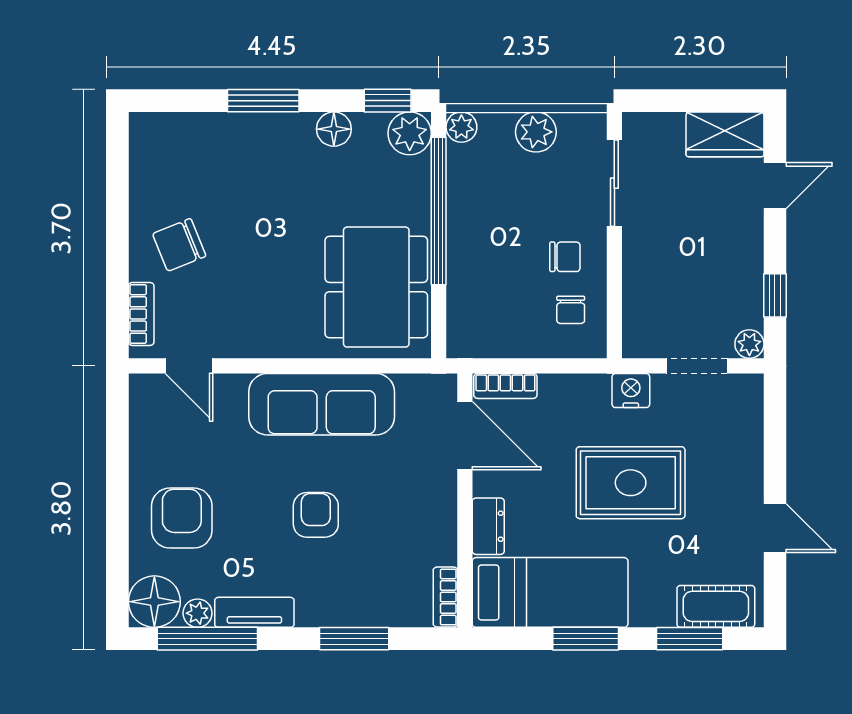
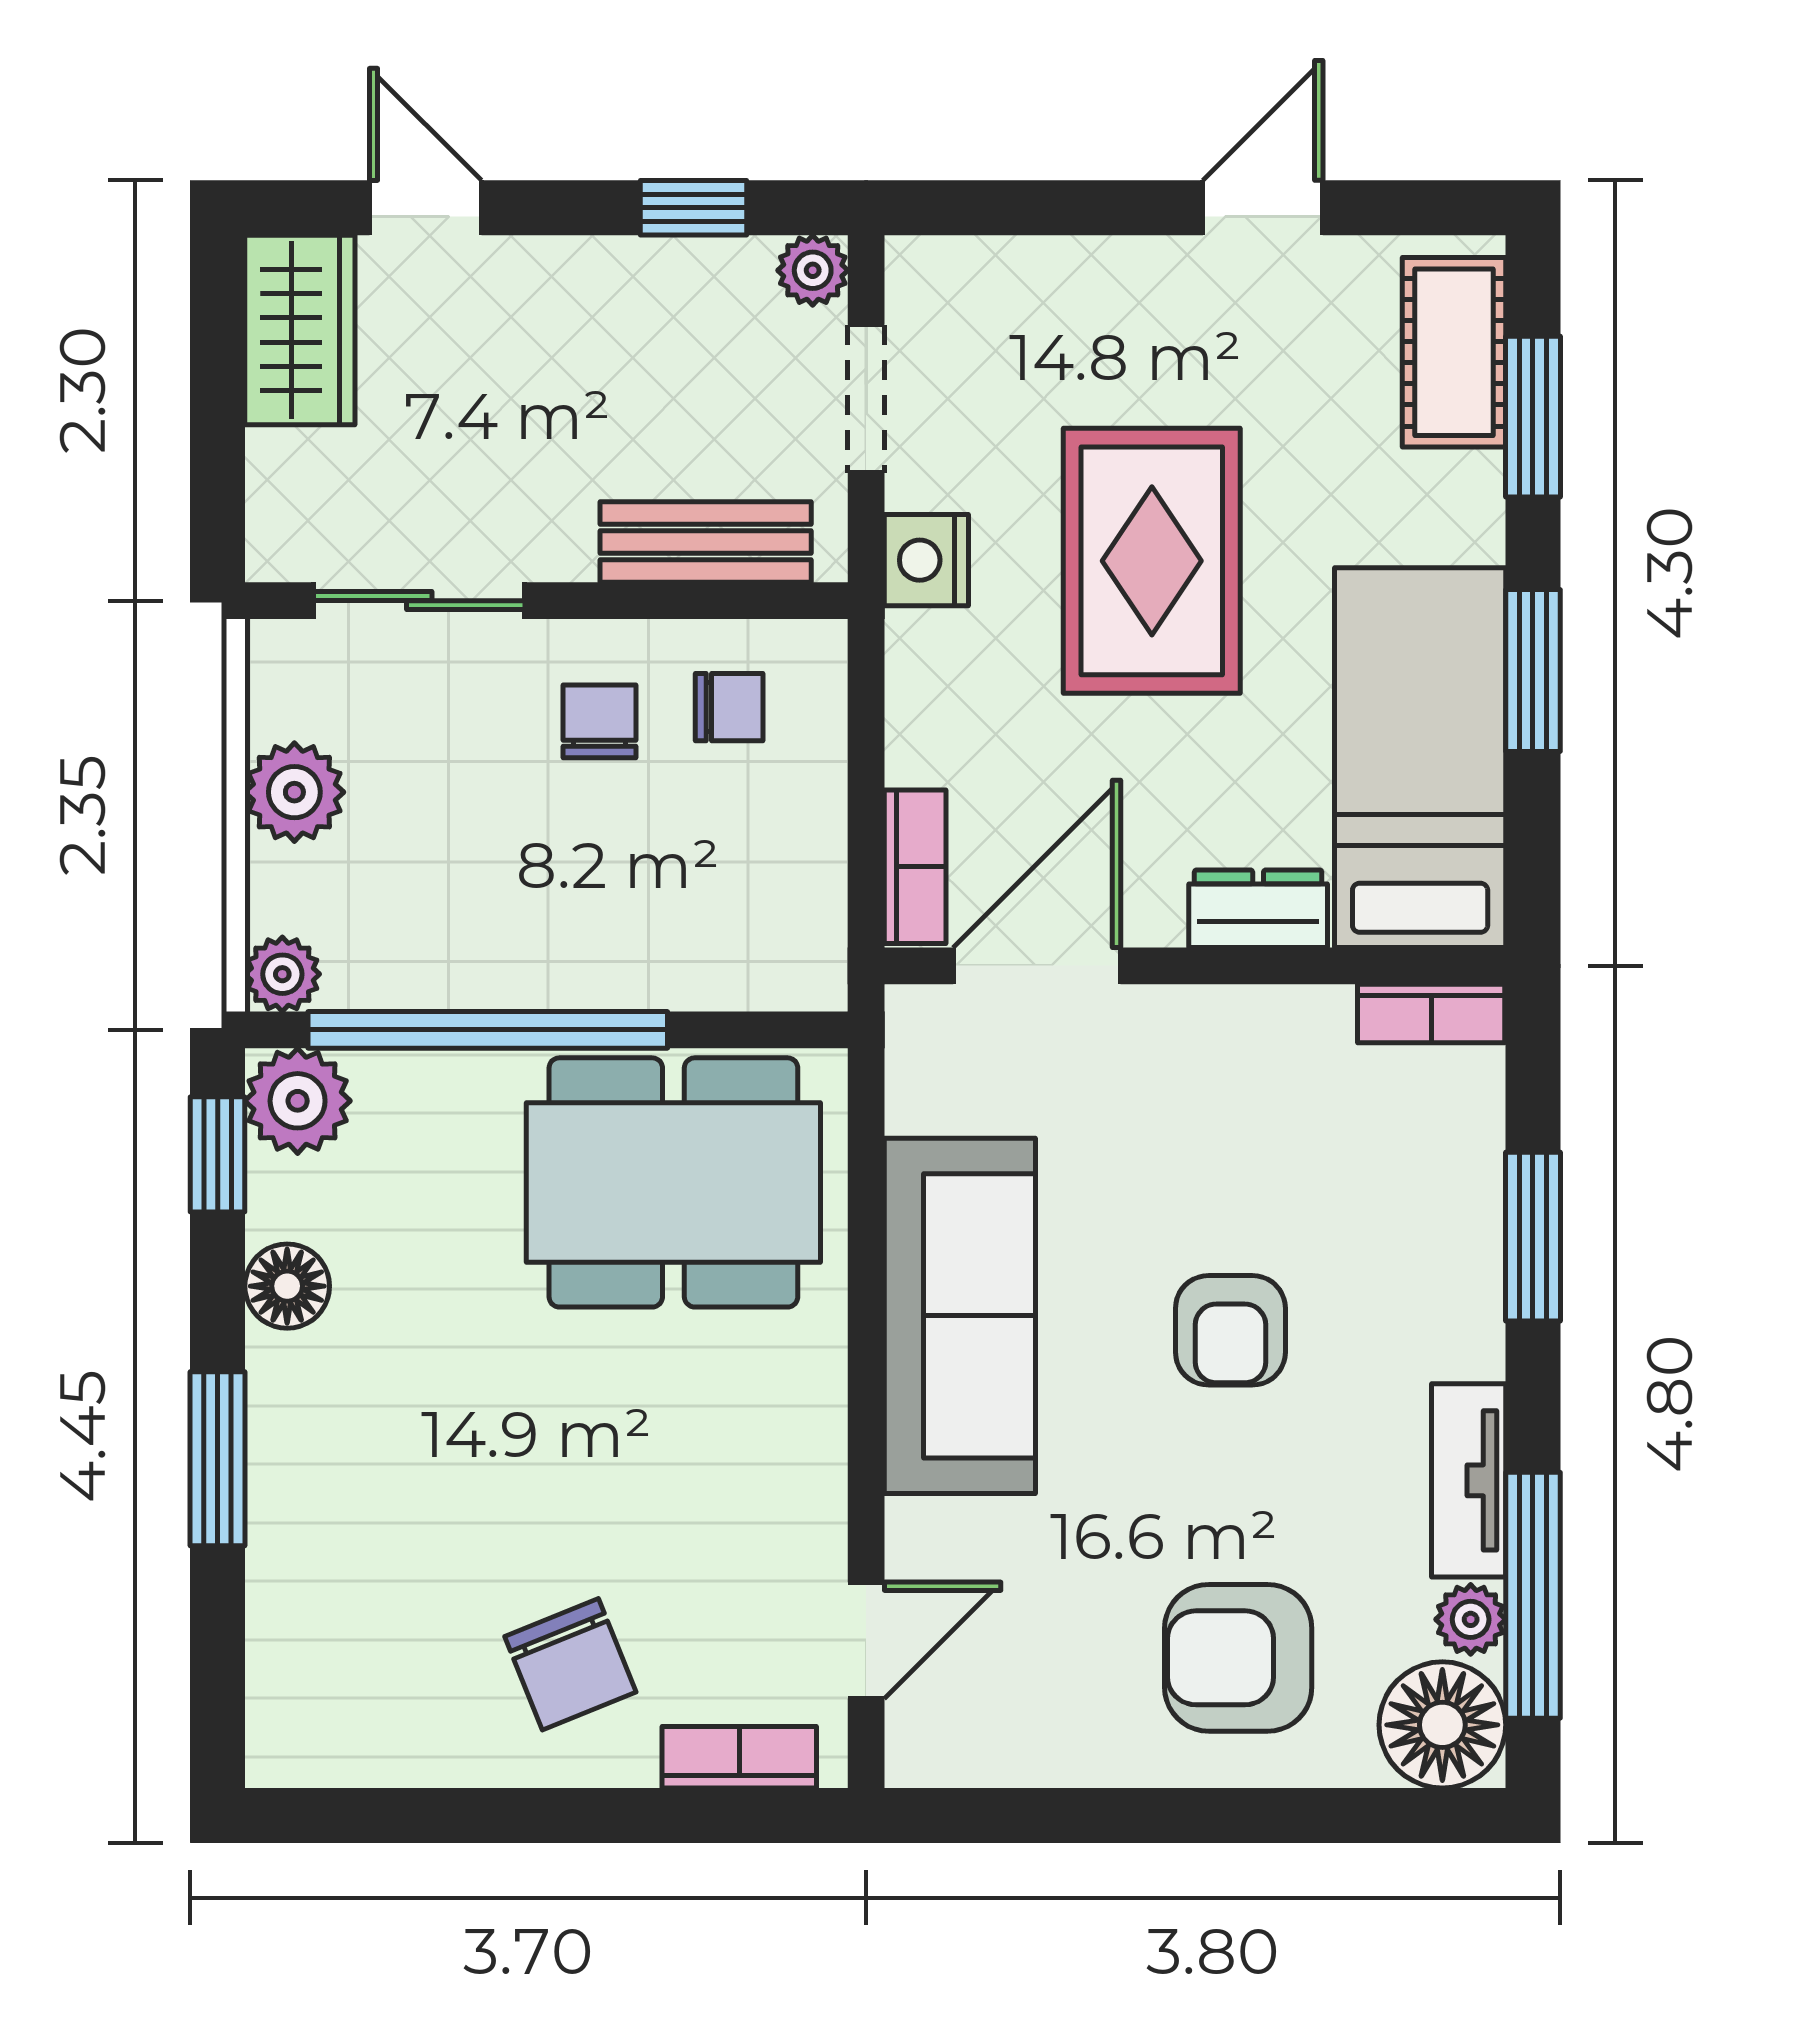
bench: (638, 300) -> (706, 542), added
armchair: (316, 515) -> (1230, 1330), turned -90

